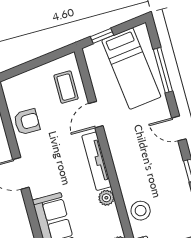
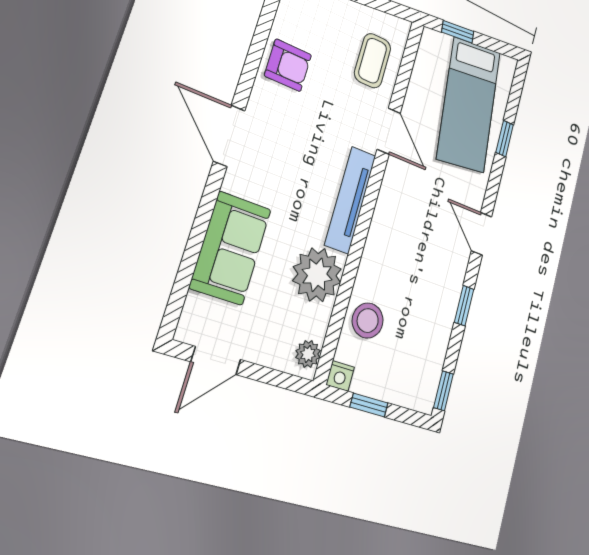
window: (163, 70) -> (505, 139), width x0.46
door: (96, 115) -> (389, 131), swing flipped
plant: (106, 198) -> (317, 275), width x1.88, depth x1.88

